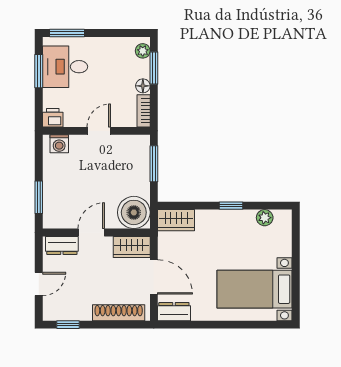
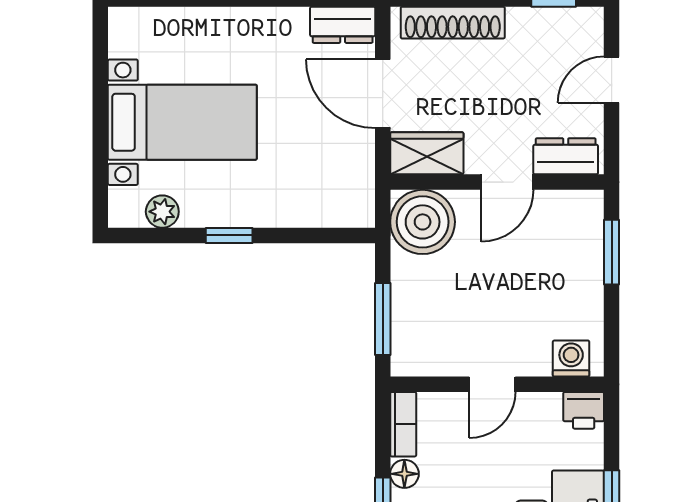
wardrobe: (176, 220) -> (338, 207), removed
bed with nightstands: (255, 289) -> (182, 122), moved

